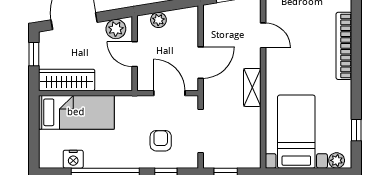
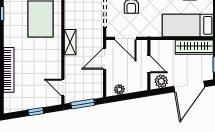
plant: (158, 20) -> (119, 89), moved
door: (263, 35) -> (63, 88), moved

